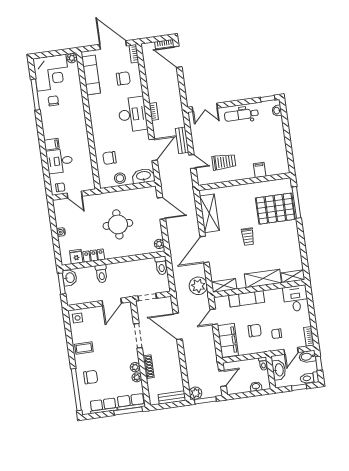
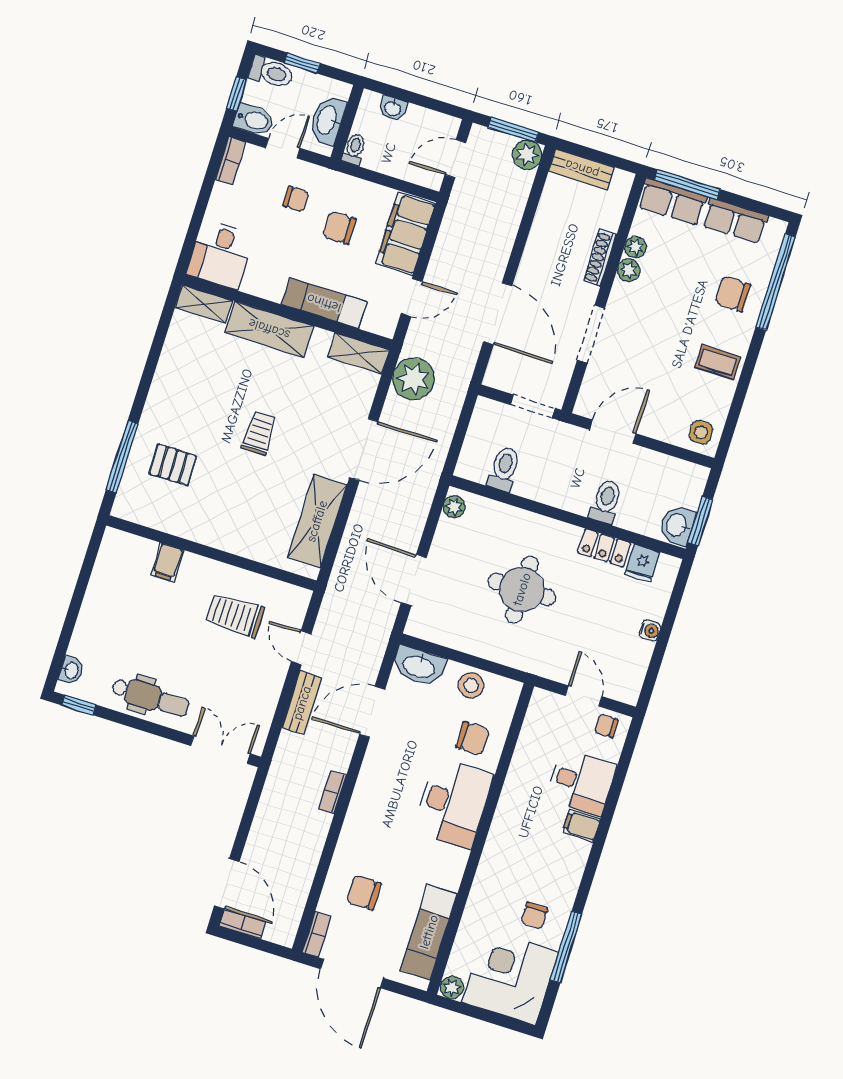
desk: (133, 114) -> (453, 803), moved, turned 180
pallet: (275, 209) -> (173, 465), width x0.49, depth x0.50
toilet: (161, 266) -> (504, 469), moved

